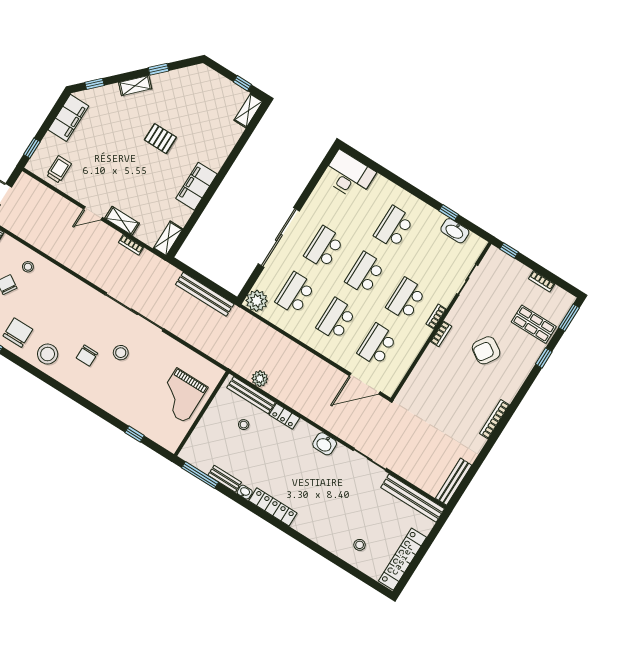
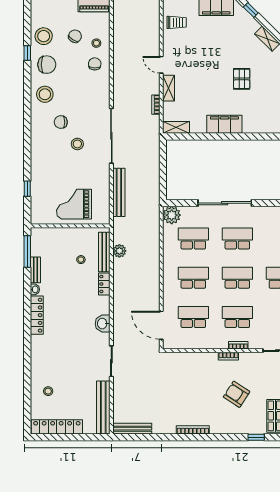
chair: (48, 282) -> (95, 64), added
bench: (205, 294) -> (119, 192), moved

